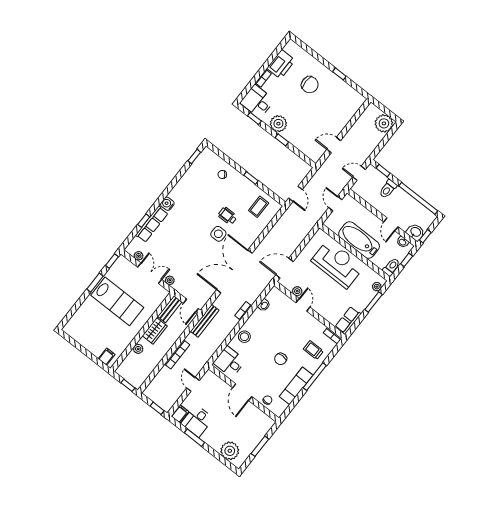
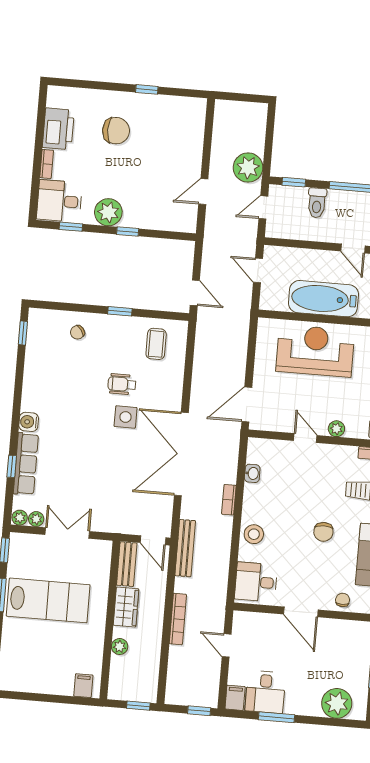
plant: (384, 123) -> (248, 168), moved
plant: (170, 280) -> (20, 518), moved
plant: (297, 291) -> (336, 429), moved

